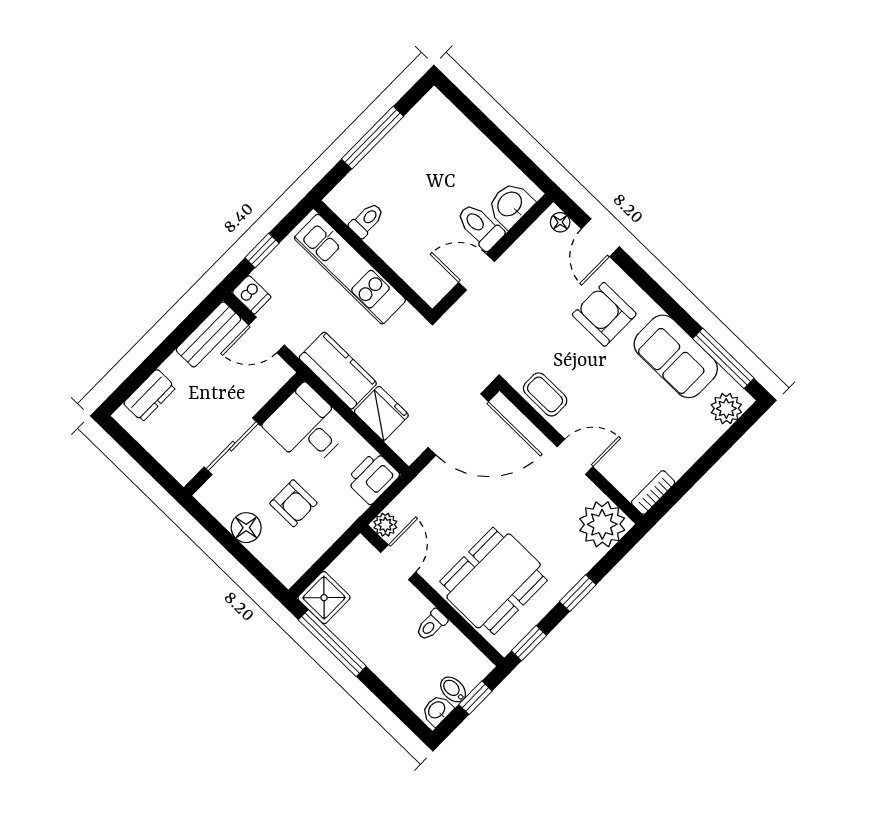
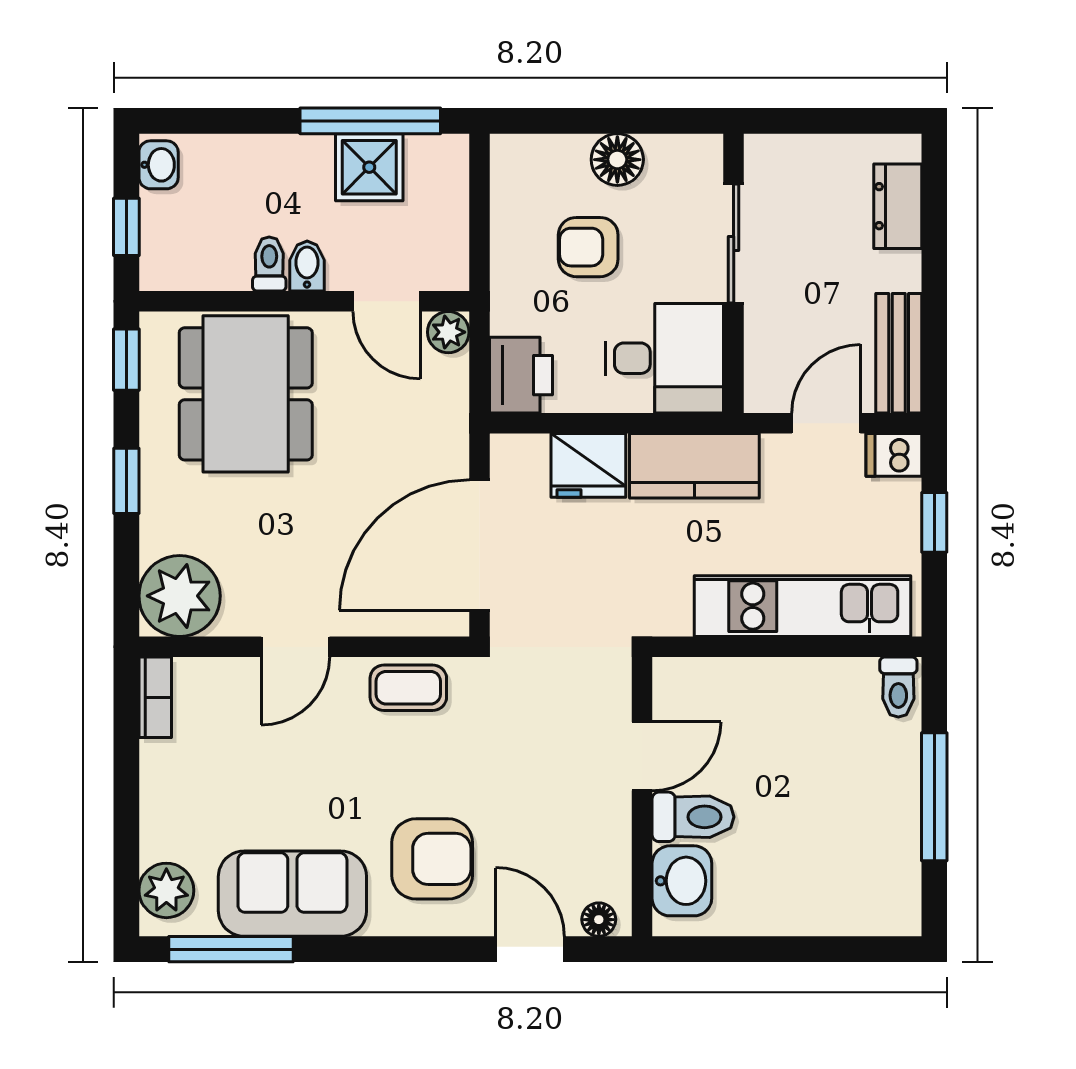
toilet: (367, 220) -> (898, 687), moved
shower: (324, 598) -> (369, 167), moved
bidet: (453, 689) -> (307, 266), moved, turned -90

